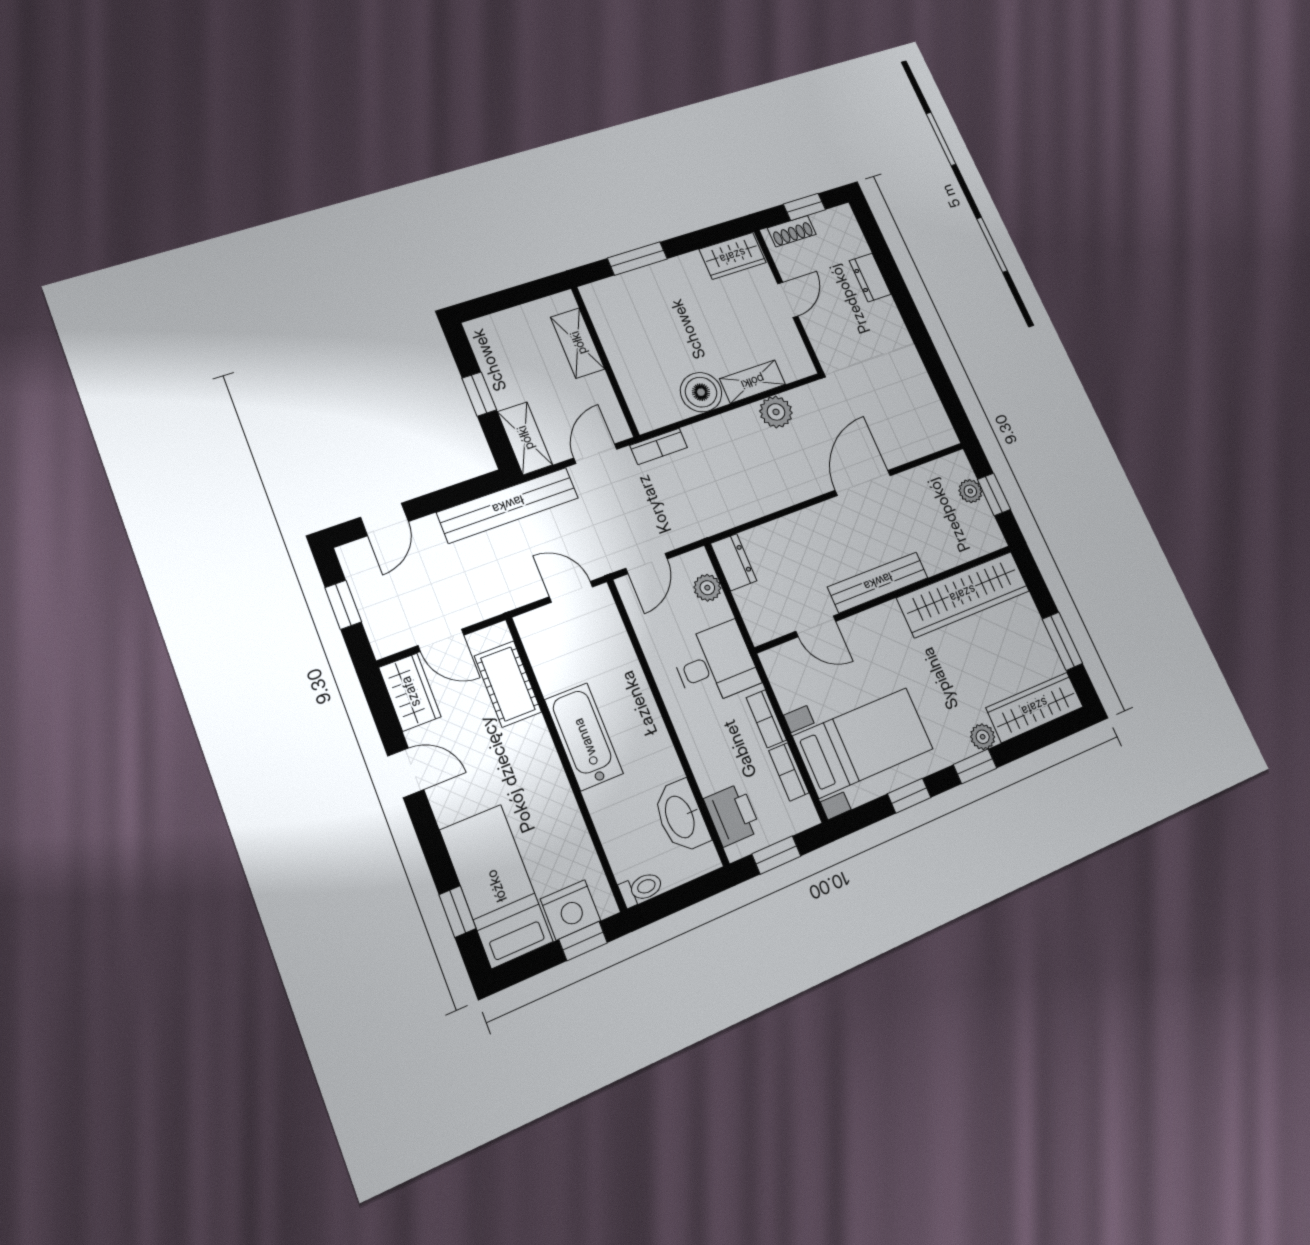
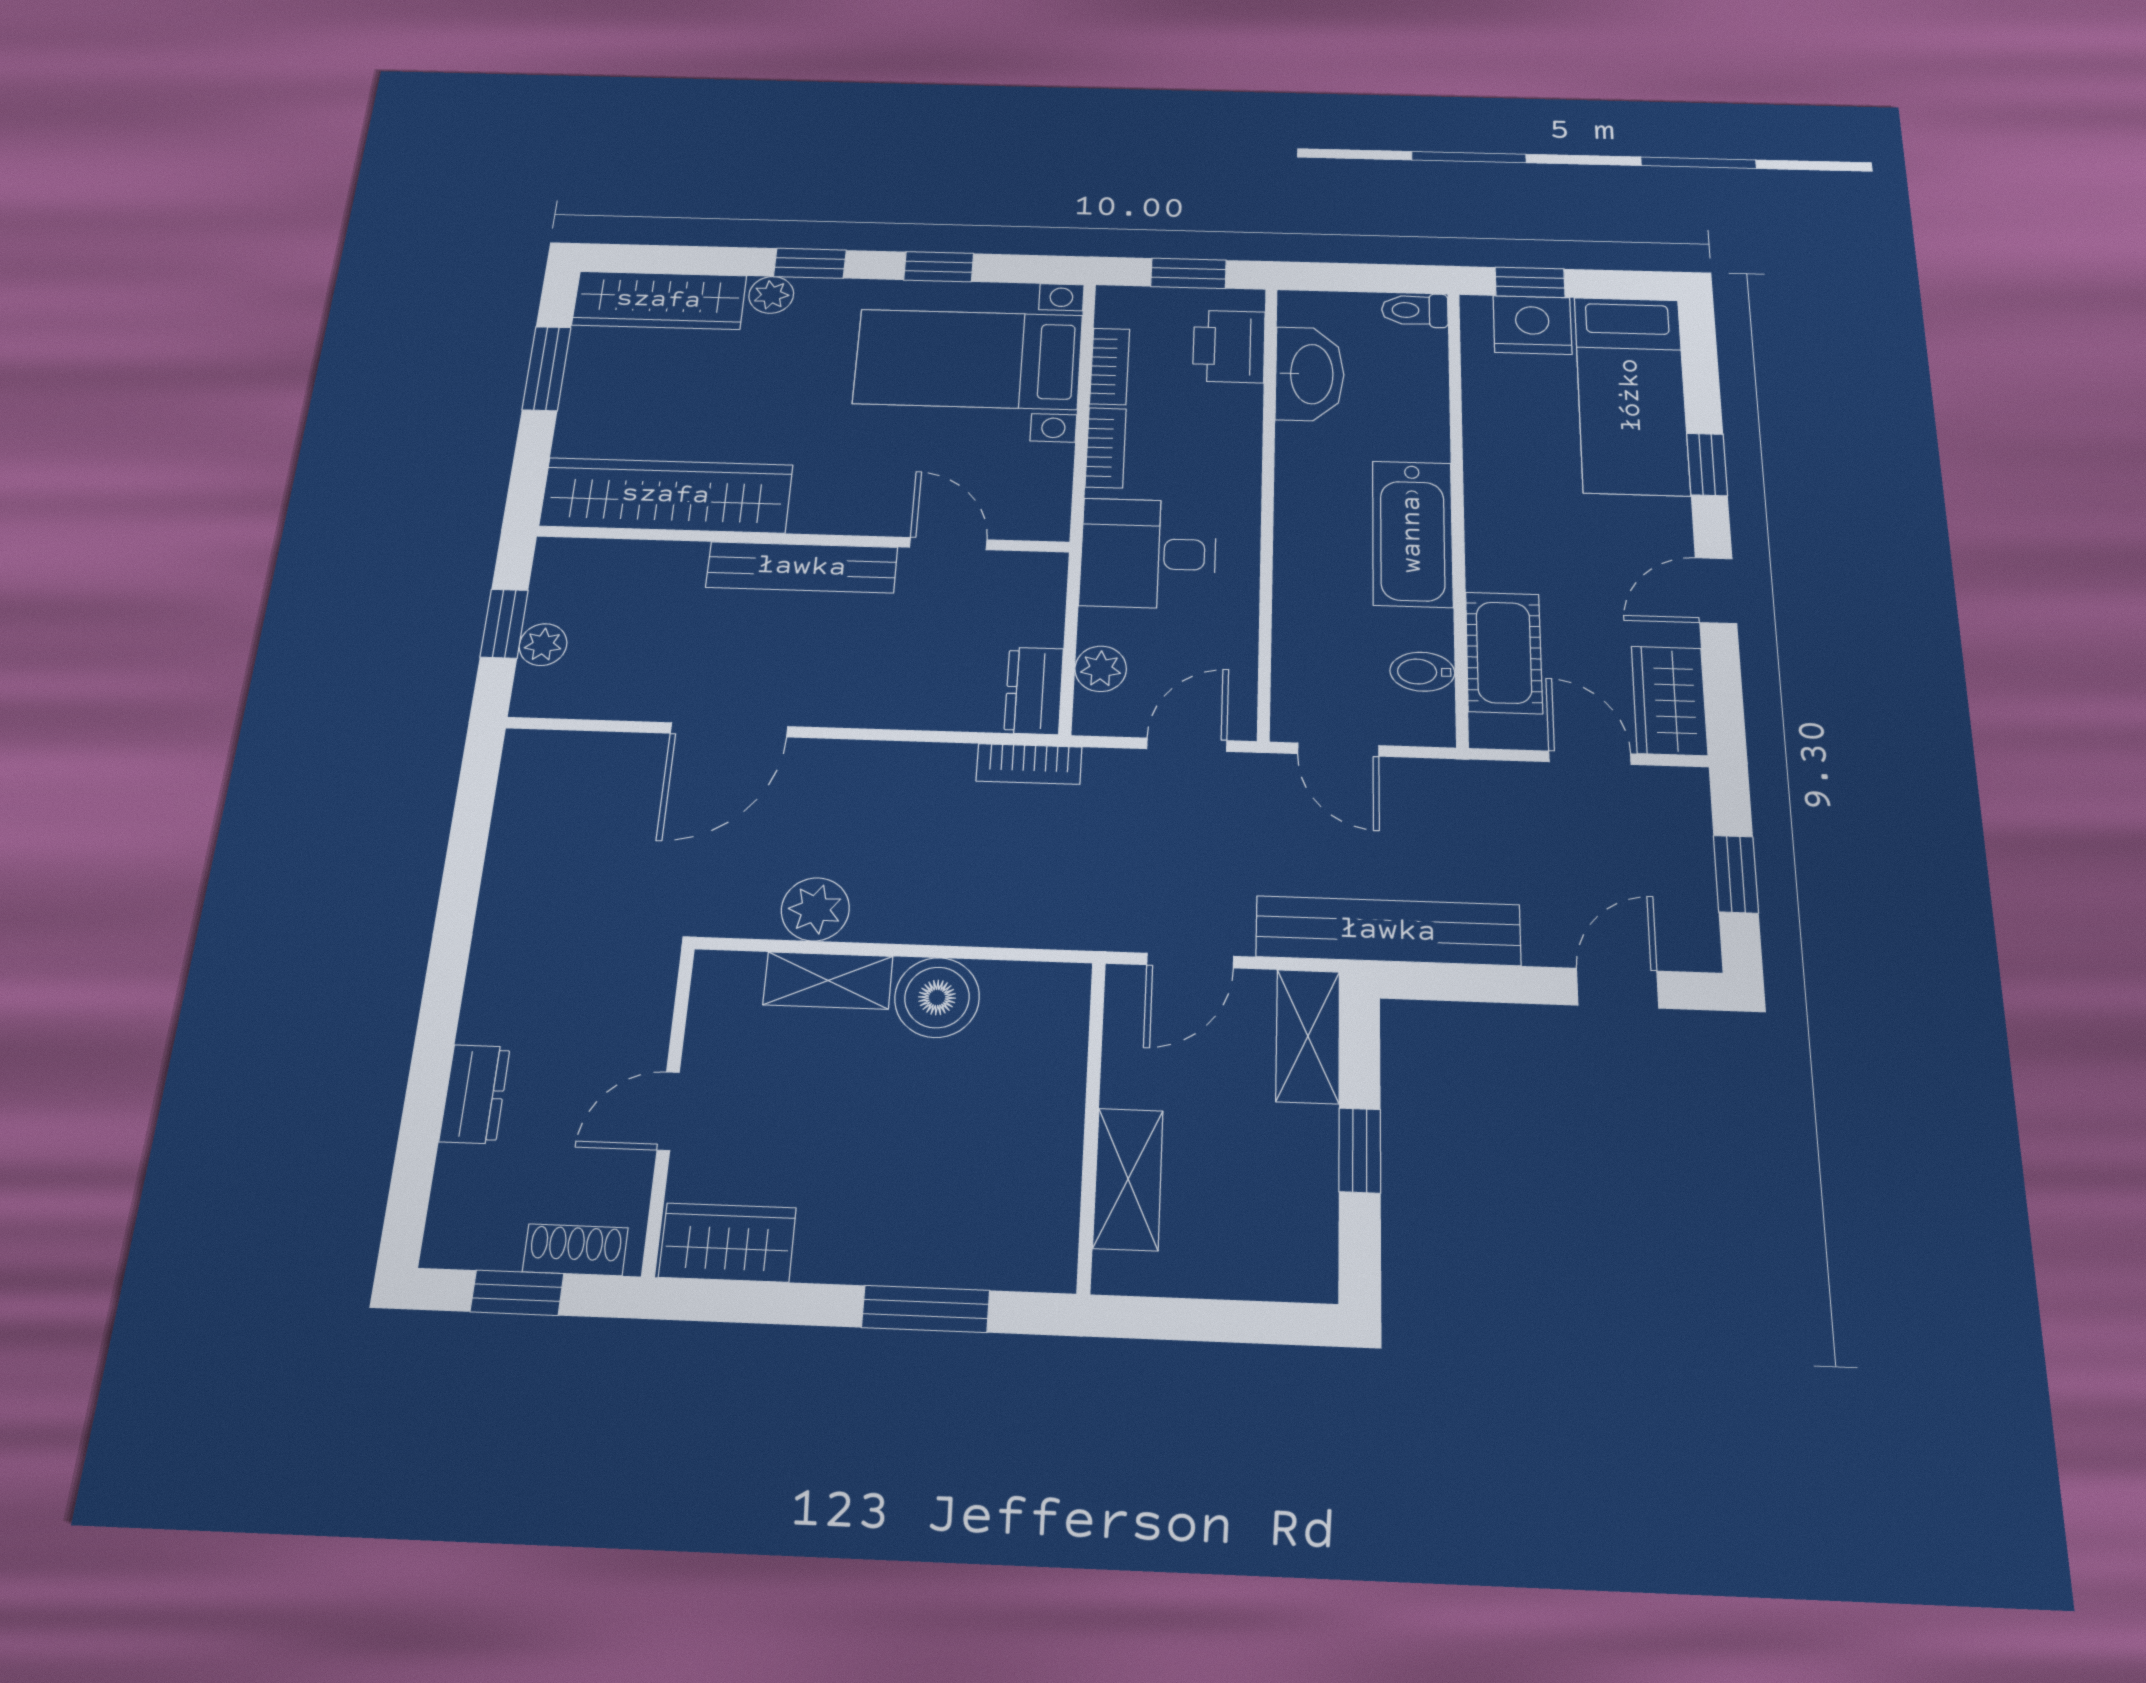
bookcase: (659, 446) -> (1029, 764), moved, turned 180
bidet: (546, 654) -> (1422, 672), added
door: (406, 773) -> (1716, 590), hinge flipped
window: (458, 912) -> (1707, 464), moved

